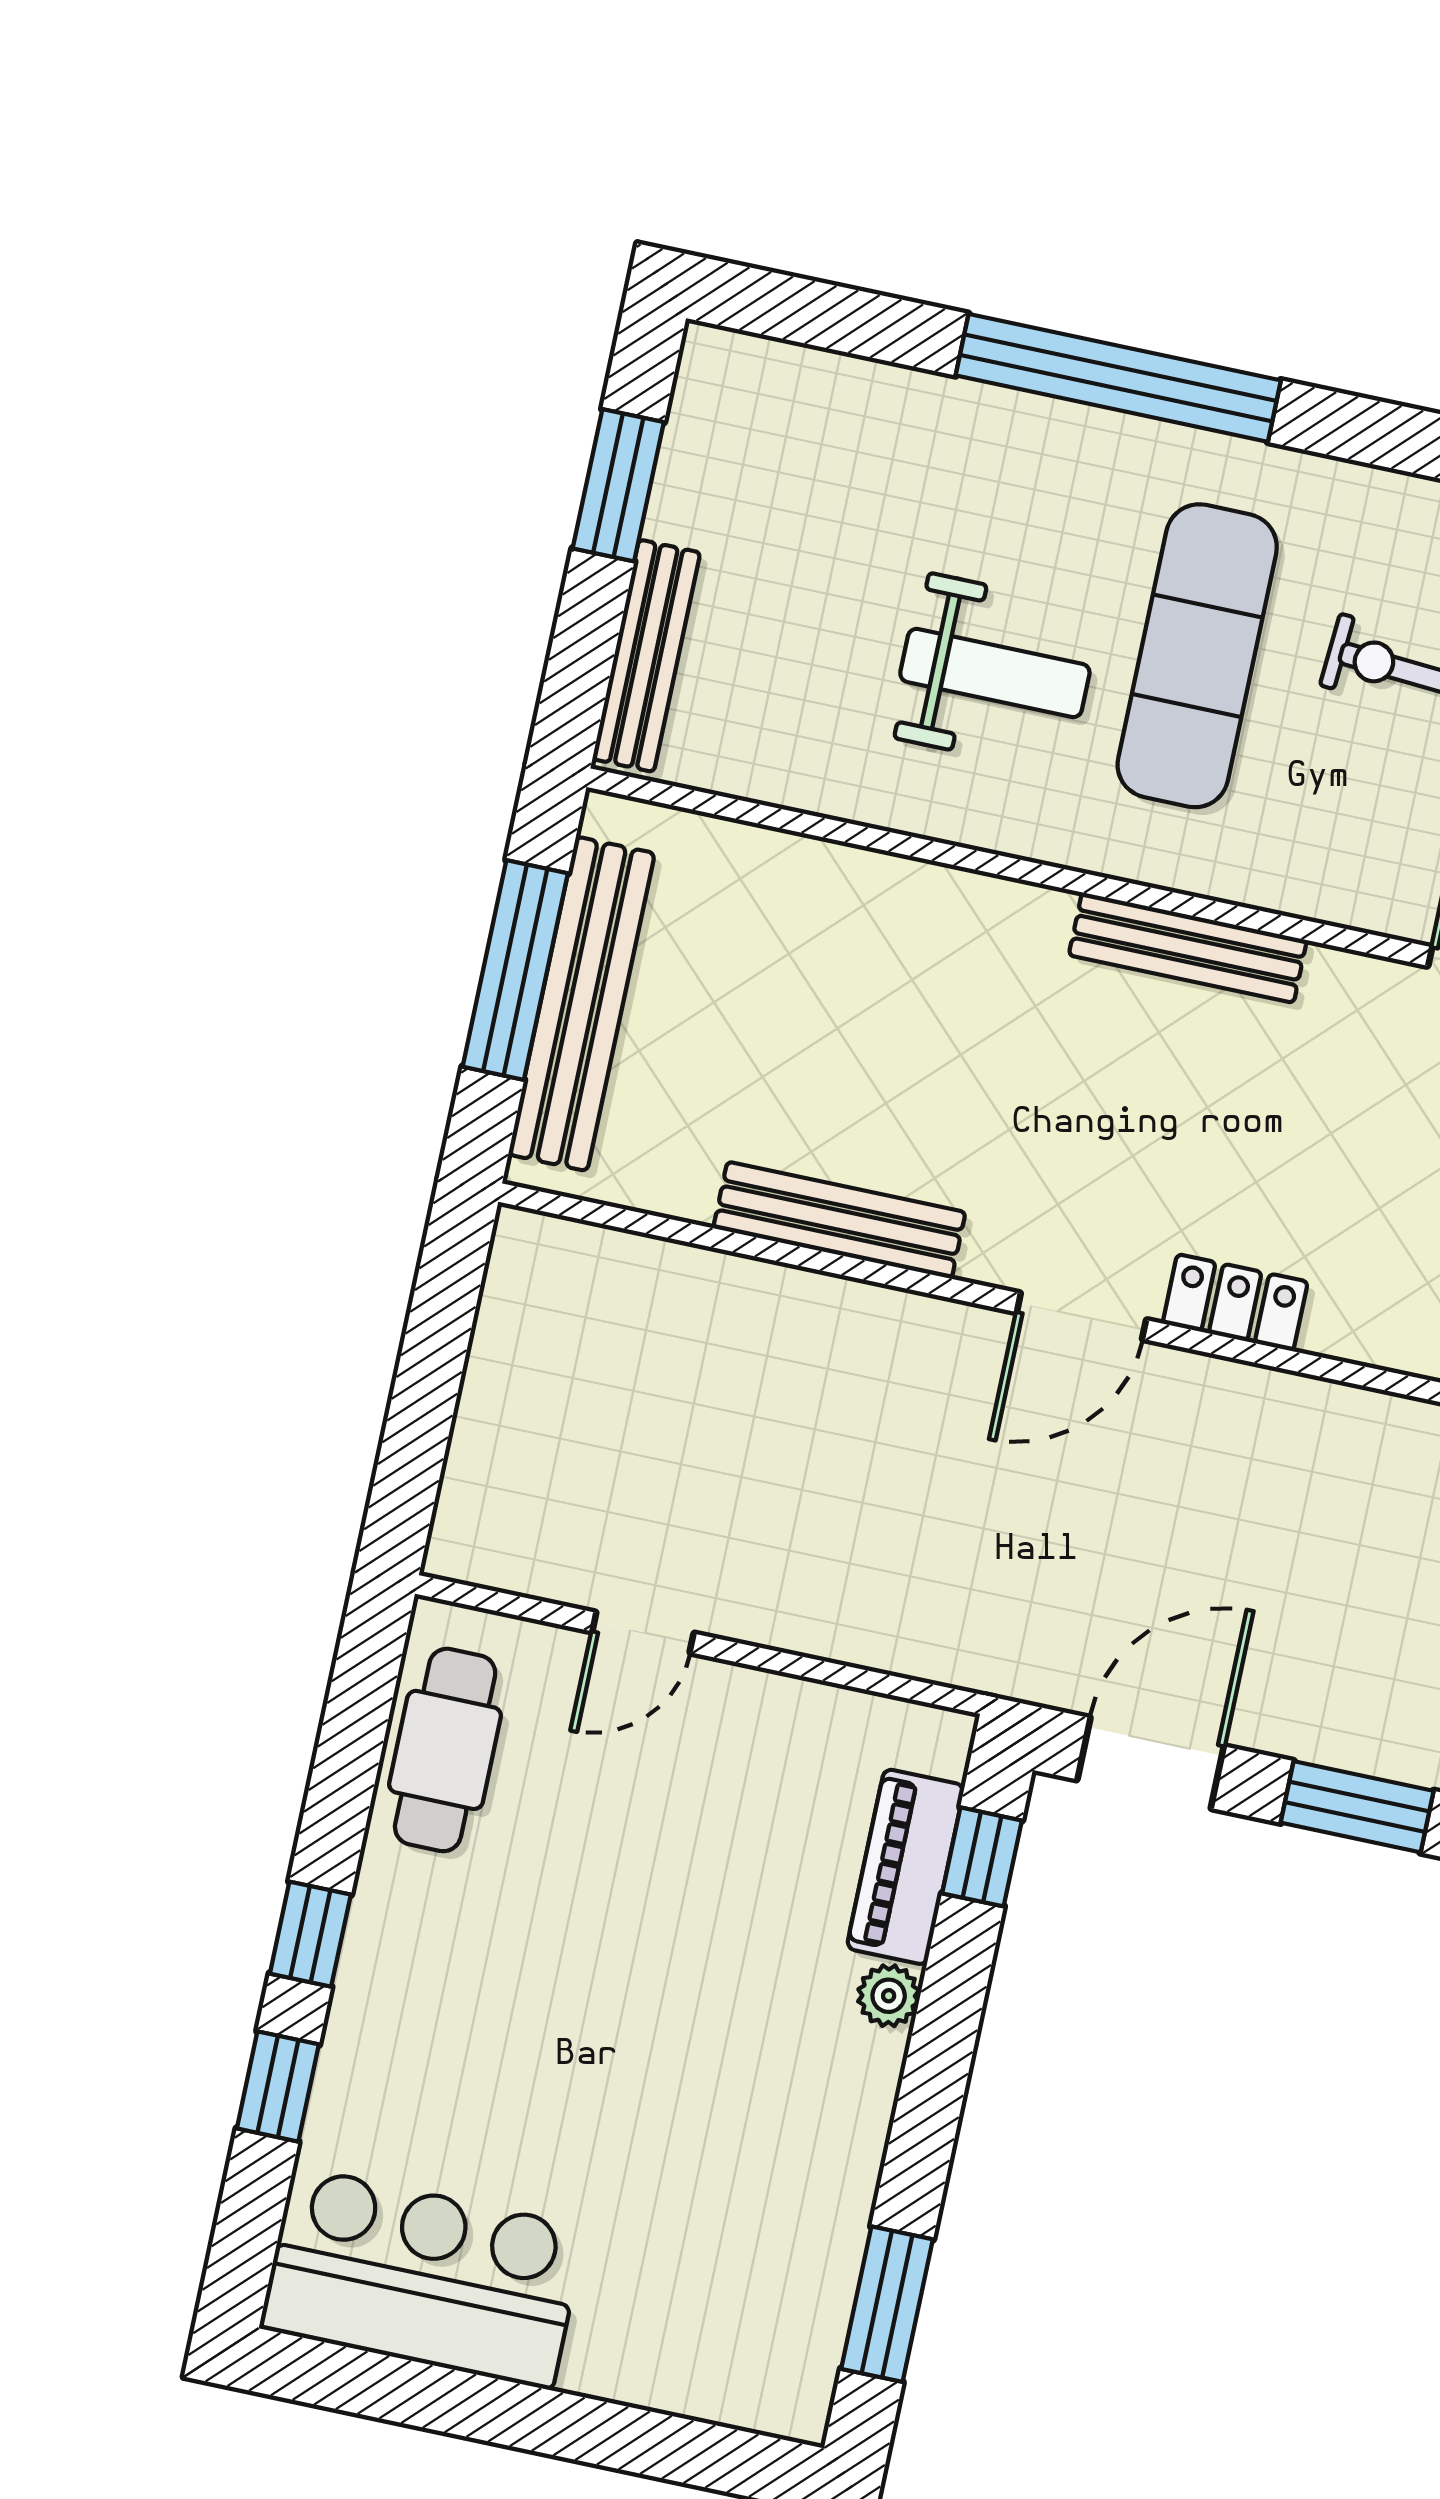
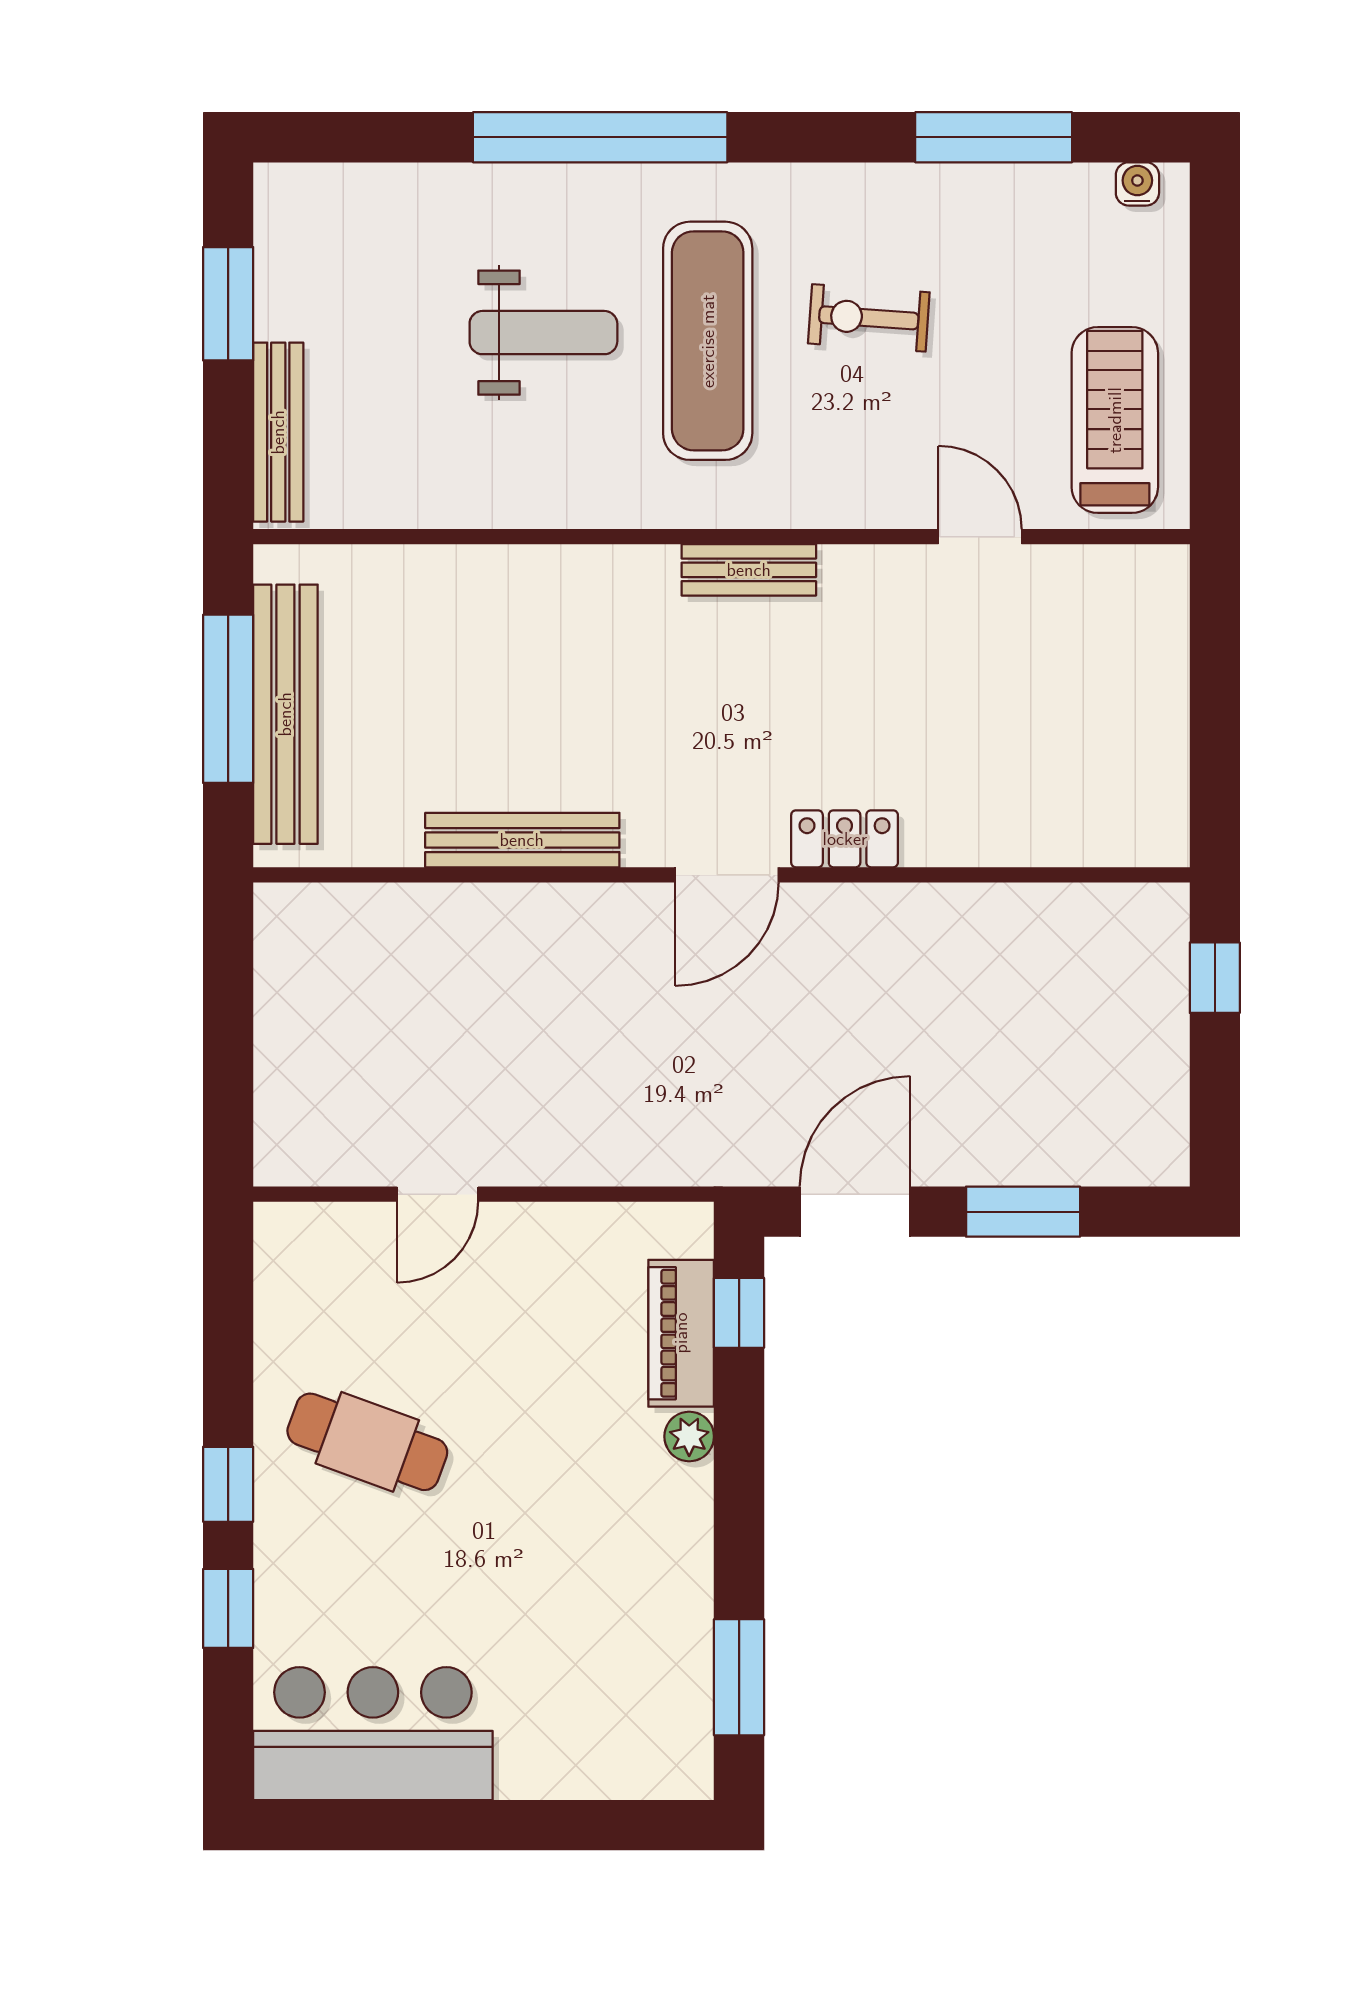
weight bench: (995, 673) -> (543, 333), moved
bench: (1188, 948) -> (749, 570), width x0.73
cafe table: (445, 1750) -> (367, 1442), moved, turned -70

